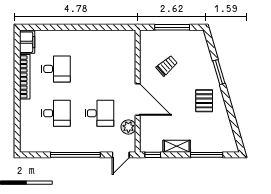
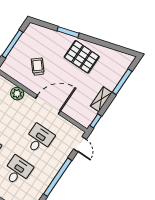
pallet: (204, 101) -> (82, 57), width x1.50, depth x1.42
plant: (128, 127) -> (17, 94), moved

